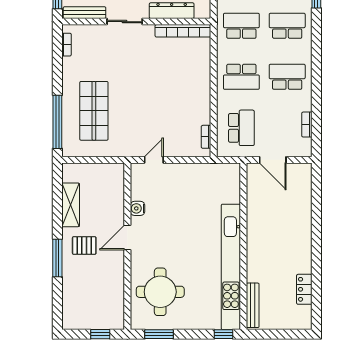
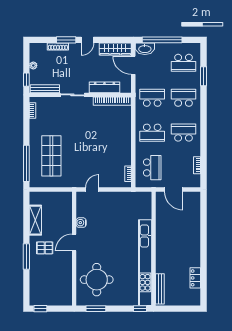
window: (100, 334) -> (40, 309), moved

